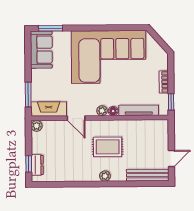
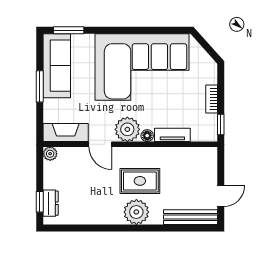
sofa: (41, 50) -> (57, 66), width x1.36
window: (28, 94) -> (40, 86), moved
tv unit: (139, 110) -> (172, 135), width x0.71
plant: (102, 111) -> (127, 129), width x1.88, depth x1.88
plant: (105, 176) -> (136, 212), width x1.88, depth x1.88

